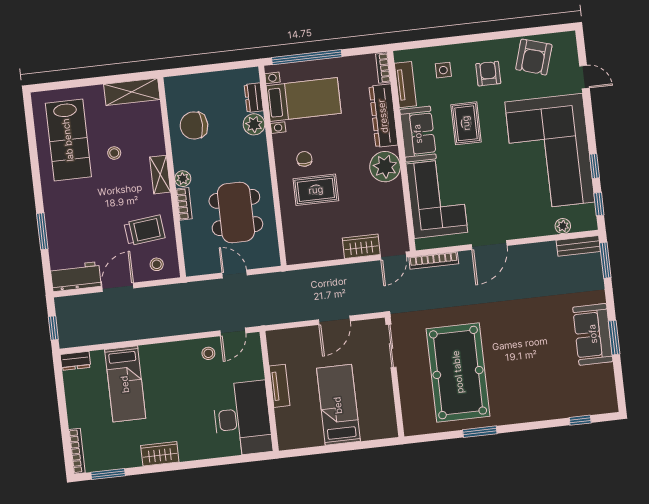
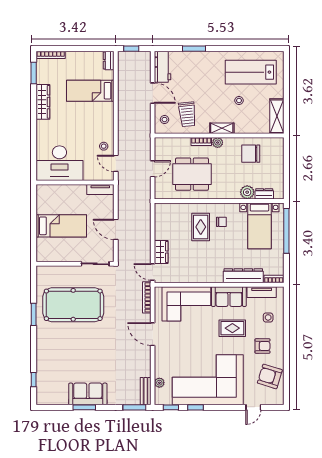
chair: (194, 125) -> (251, 154), turned -90
plant: (385, 167) -> (210, 273), removed
tv unit: (280, 386) -> (100, 189), moved
wardrobe: (160, 454) -> (43, 102), width x1.50

